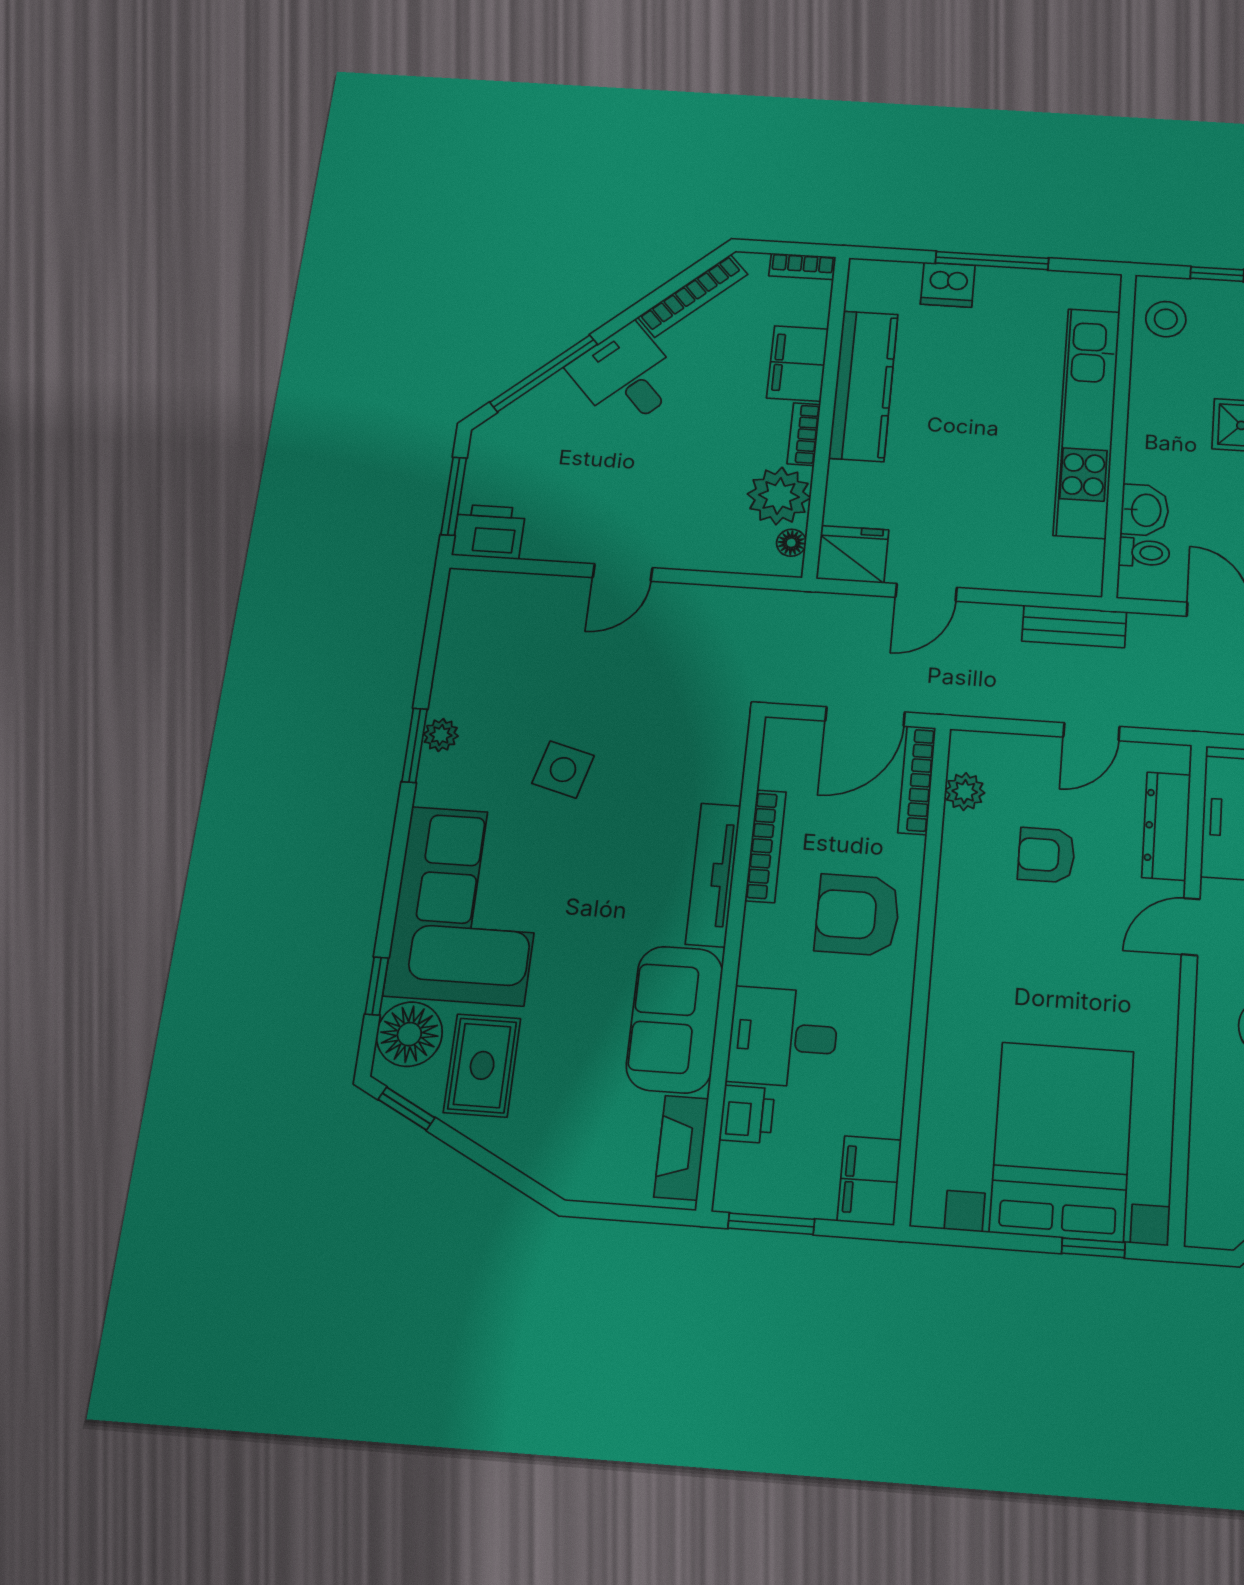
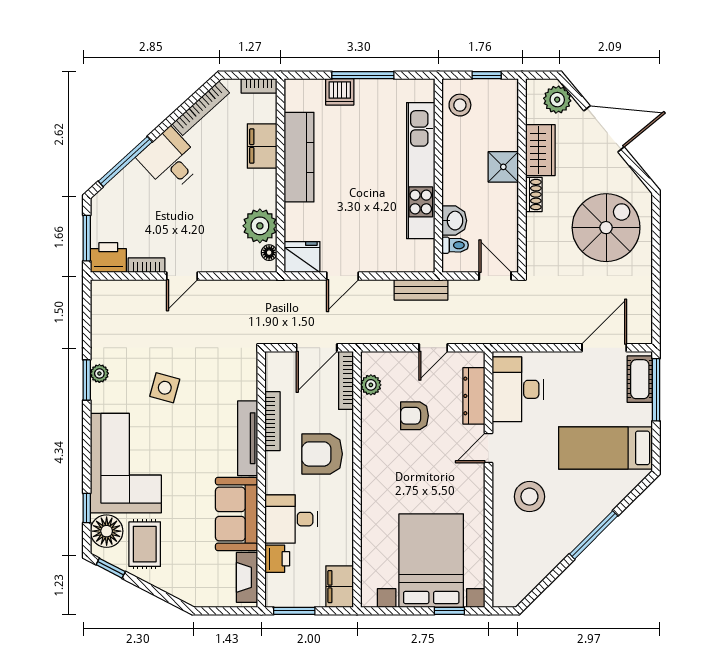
bookcase: (804, 434) -> (147, 265), moved, turned 90

